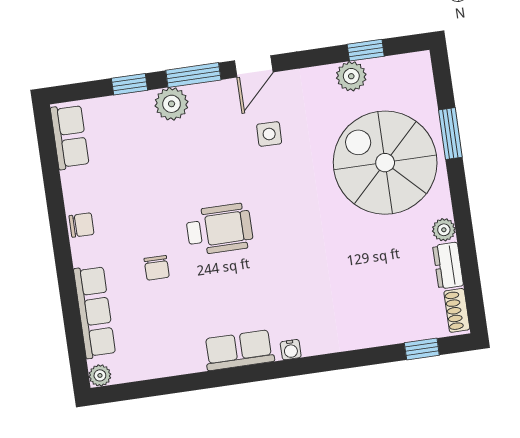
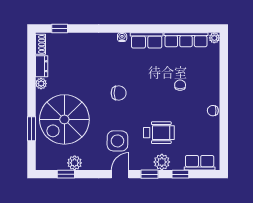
window: (193, 75) -> (149, 174), width x0.67
side table: (269, 134) -> (117, 141), width x1.87, depth x1.87
row of seats: (70, 137) -> (200, 163), moved, turned 90
spiral stairs: (385, 163) -> (64, 119), turned 90
wheelchair: (219, 229) -> (159, 133), moved, turned 180
chair: (281, 233) -> (119, 93), added
row of seats: (95, 312) -> (186, 40), moved, turned -90

